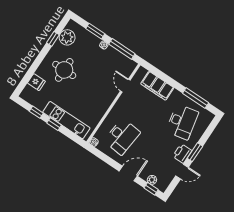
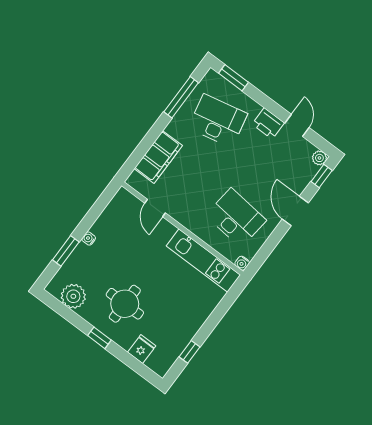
window: (53, 39) -> (99, 338), moved
window: (122, 49) -> (96, 210), removed
door: (125, 86) -> (155, 208), hinge flipped
kitchen unit: (66, 120) -> (203, 260), moved, turned -90
window: (54, 124) -> (210, 325), removed
window: (195, 152) -> (233, 78), moved
plant: (152, 180) -> (319, 158), moved

